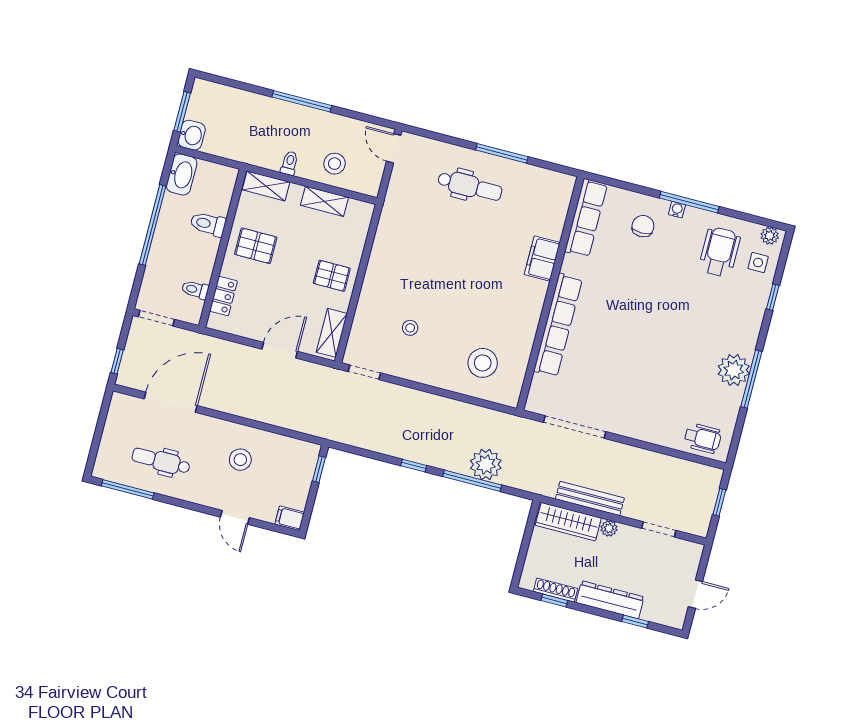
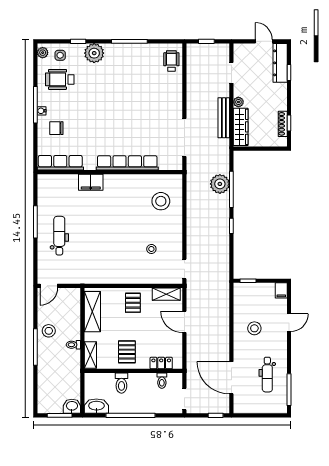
stool: (335, 164) -> (49, 331), moved
shelving: (325, 201) -> (92, 312), width x1.50, depth x1.33
plant: (734, 370) -> (94, 53), moved
dresser: (610, 600) -> (280, 63), moved

